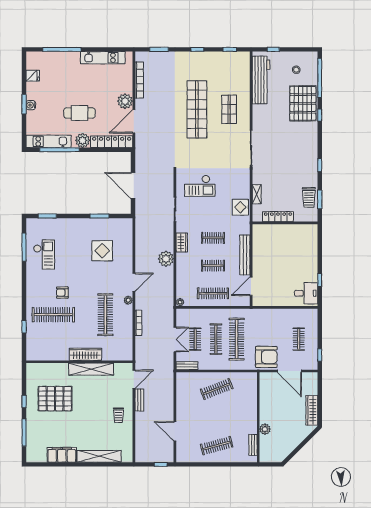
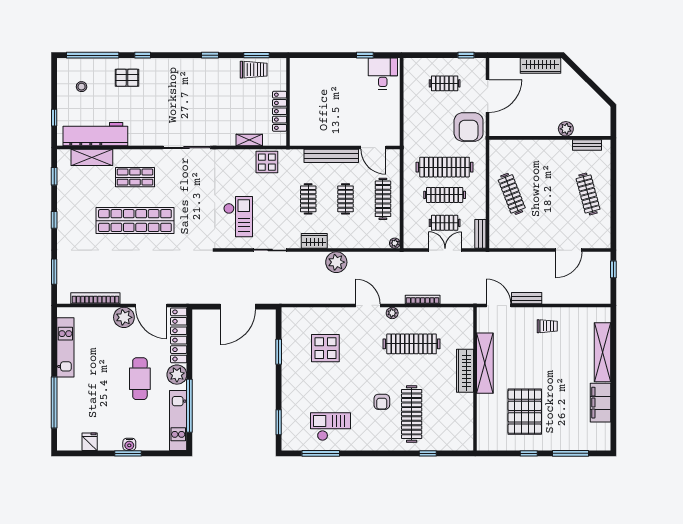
shelving: (244, 77) -> (92, 157), added
pallet: (303, 103) -> (127, 78), width x0.49, depth x0.50
armchair: (266, 357) -> (469, 127), turned 180

